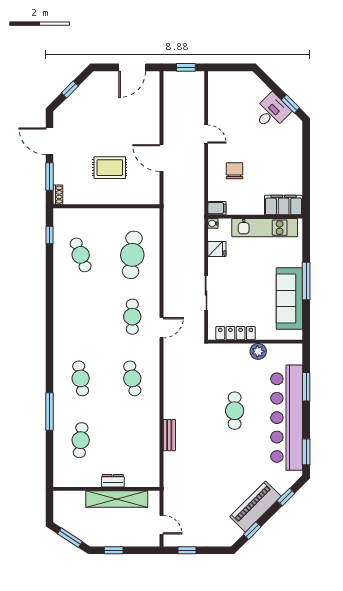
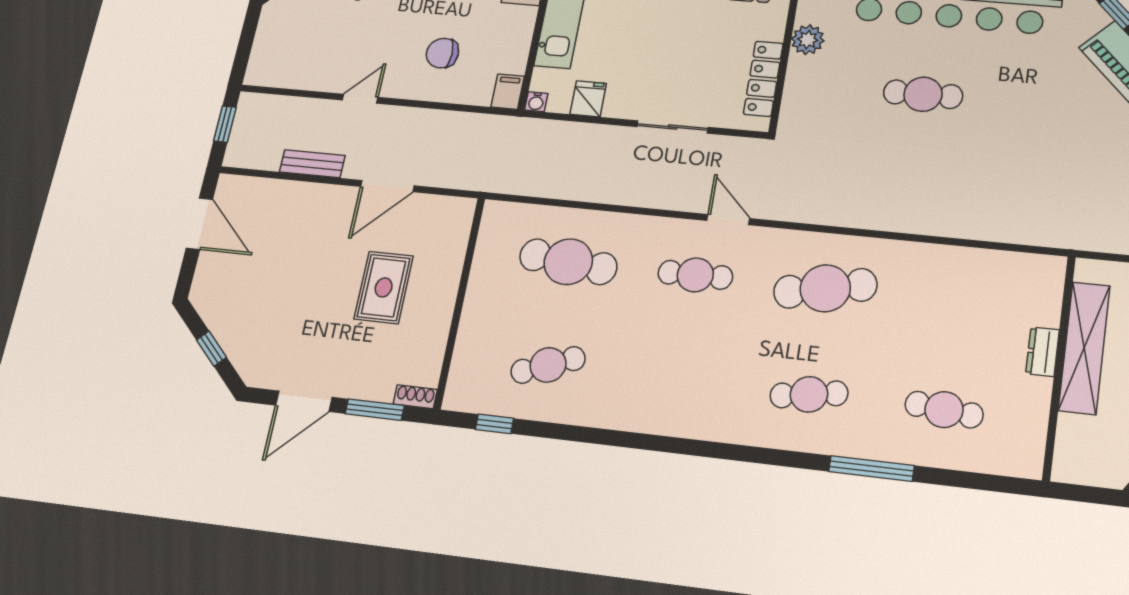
cafe table: (132, 378) -> (825, 288), width x1.37, depth x1.35
bench: (169, 435) -> (312, 164), moved

